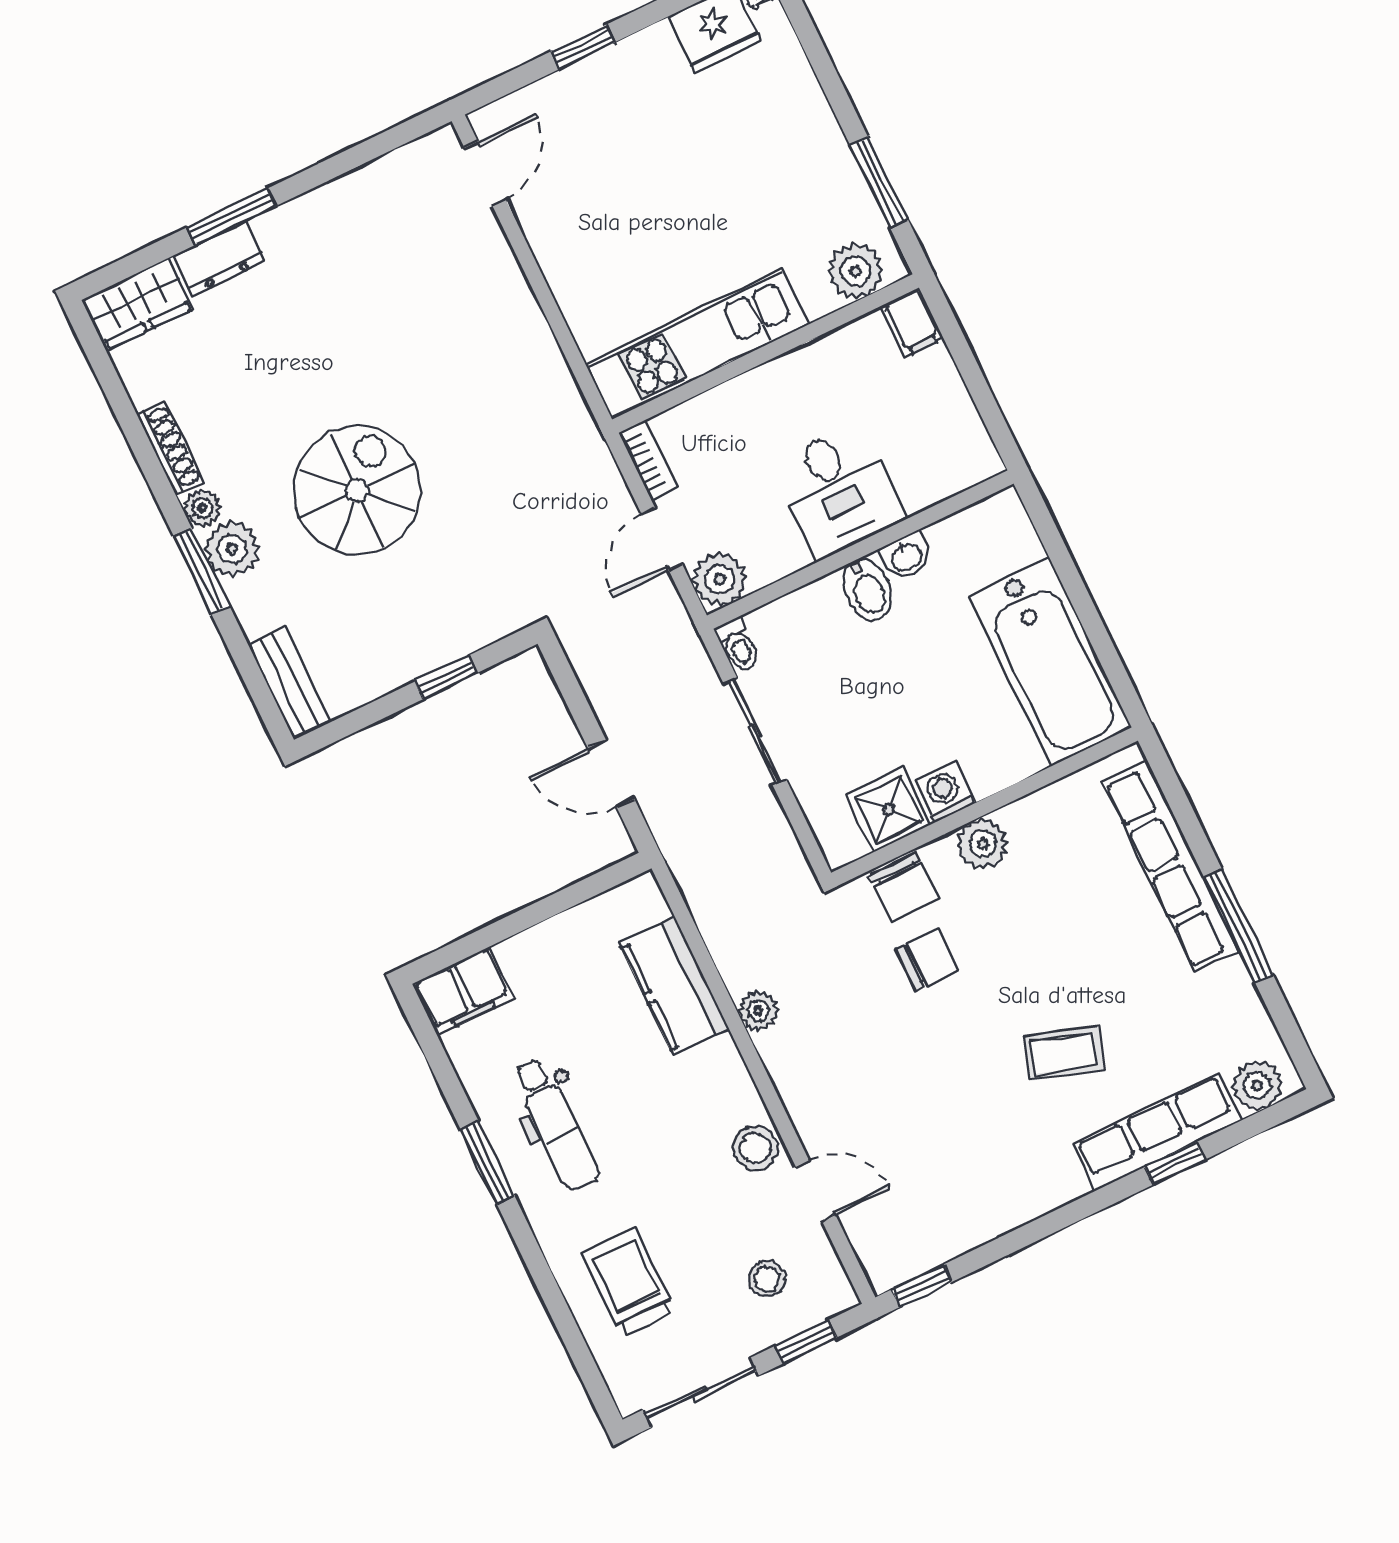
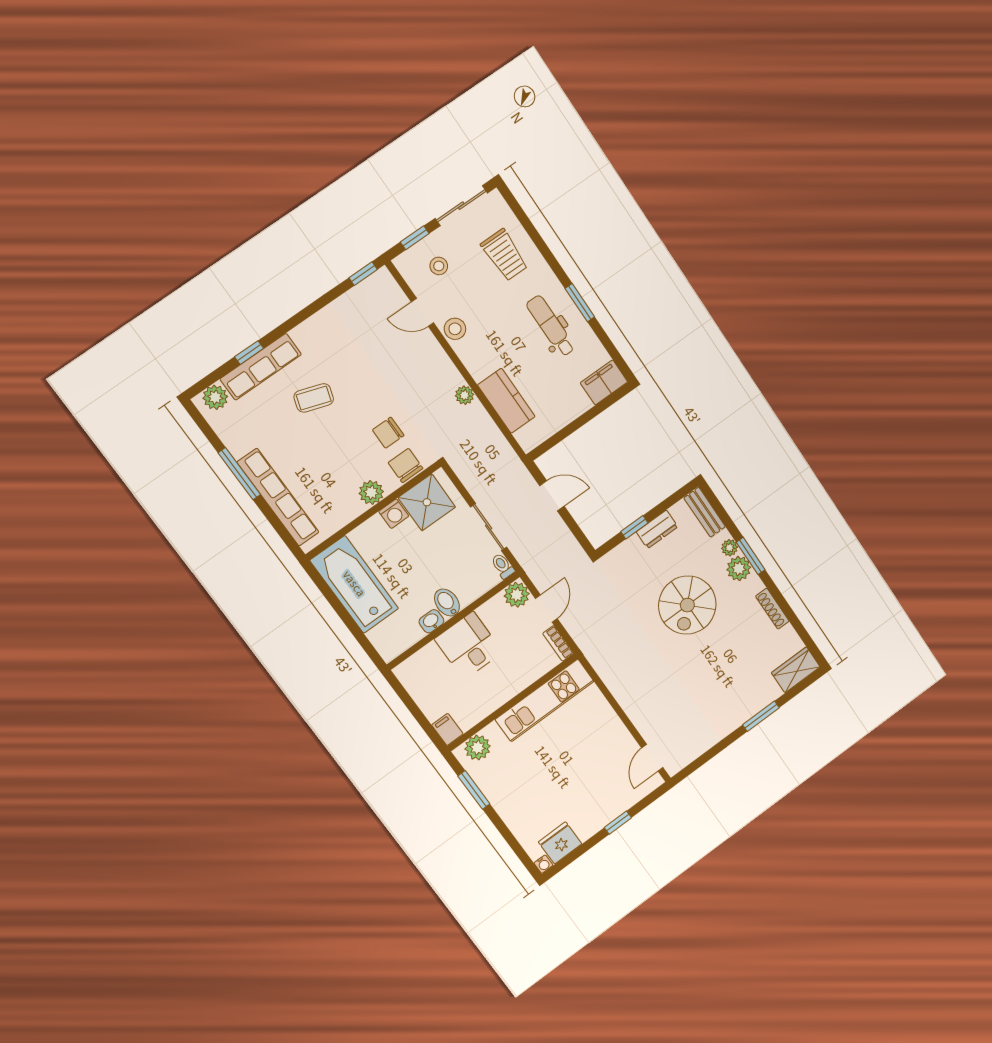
dresser: (219, 259) -> (657, 529), moved, turned 180
plant: (202, 508) -> (730, 548), moved
shower: (889, 810) -> (427, 502), width x1.36, depth x1.36

